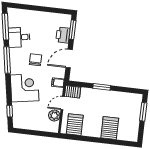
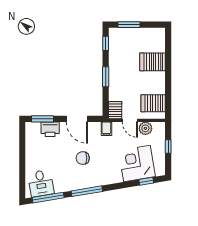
desk: (19, 37) -> (41, 183), moved
corner desk: (25, 88) -> (137, 164), moved
window: (130, 90) -> (106, 43), added
window: (37, 133) -> (168, 147), added

